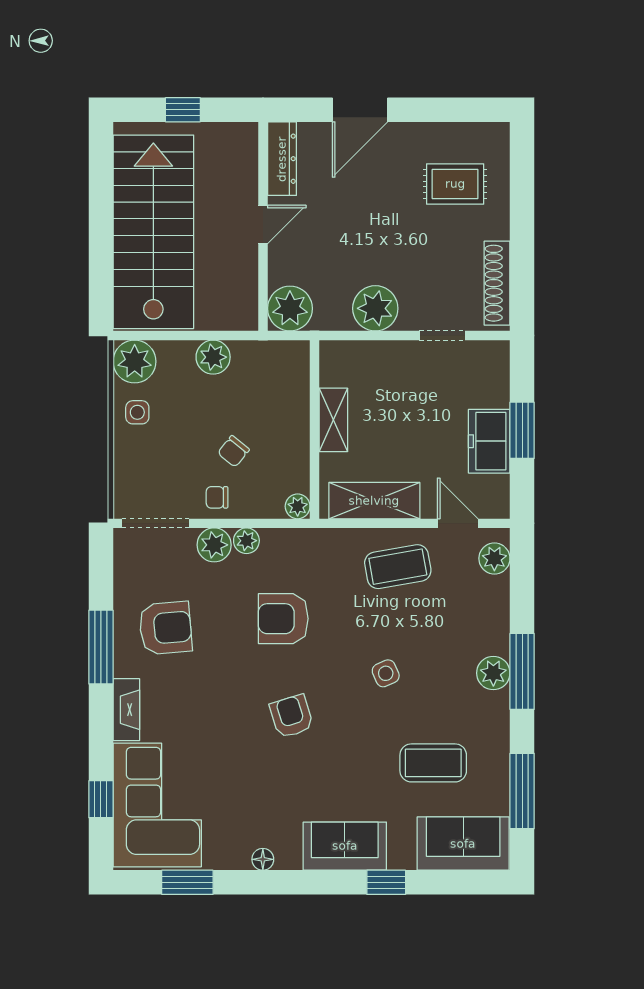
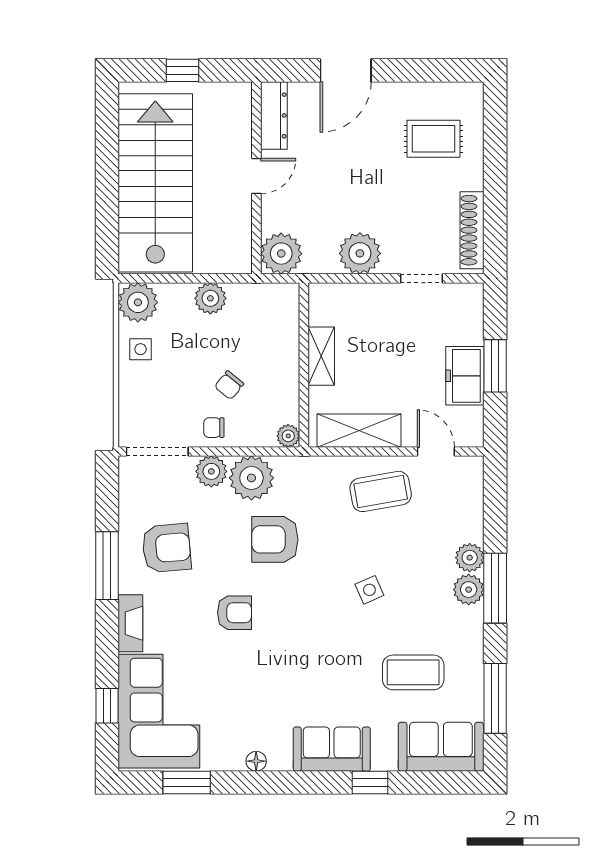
plant: (246, 541) -> (251, 478), width x1.88, depth x1.88
plant: (494, 558) -> (470, 558), moved
armchair: (291, 716) -> (234, 613), moved, turned 107

